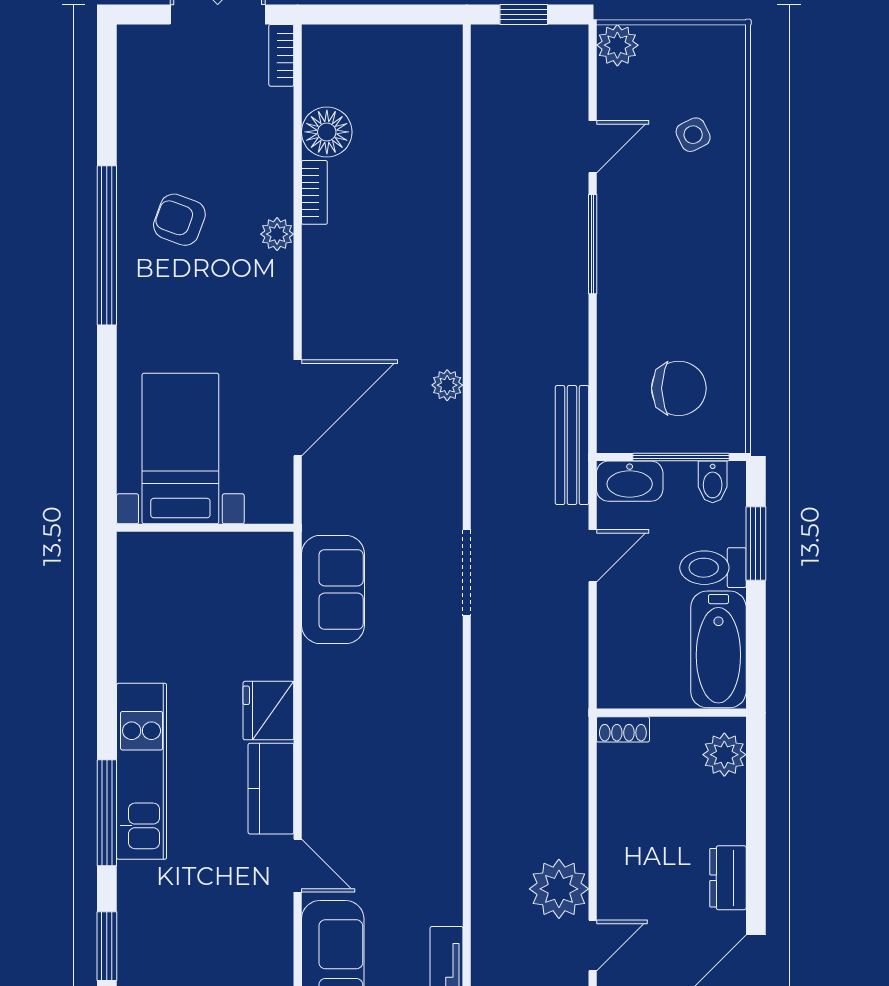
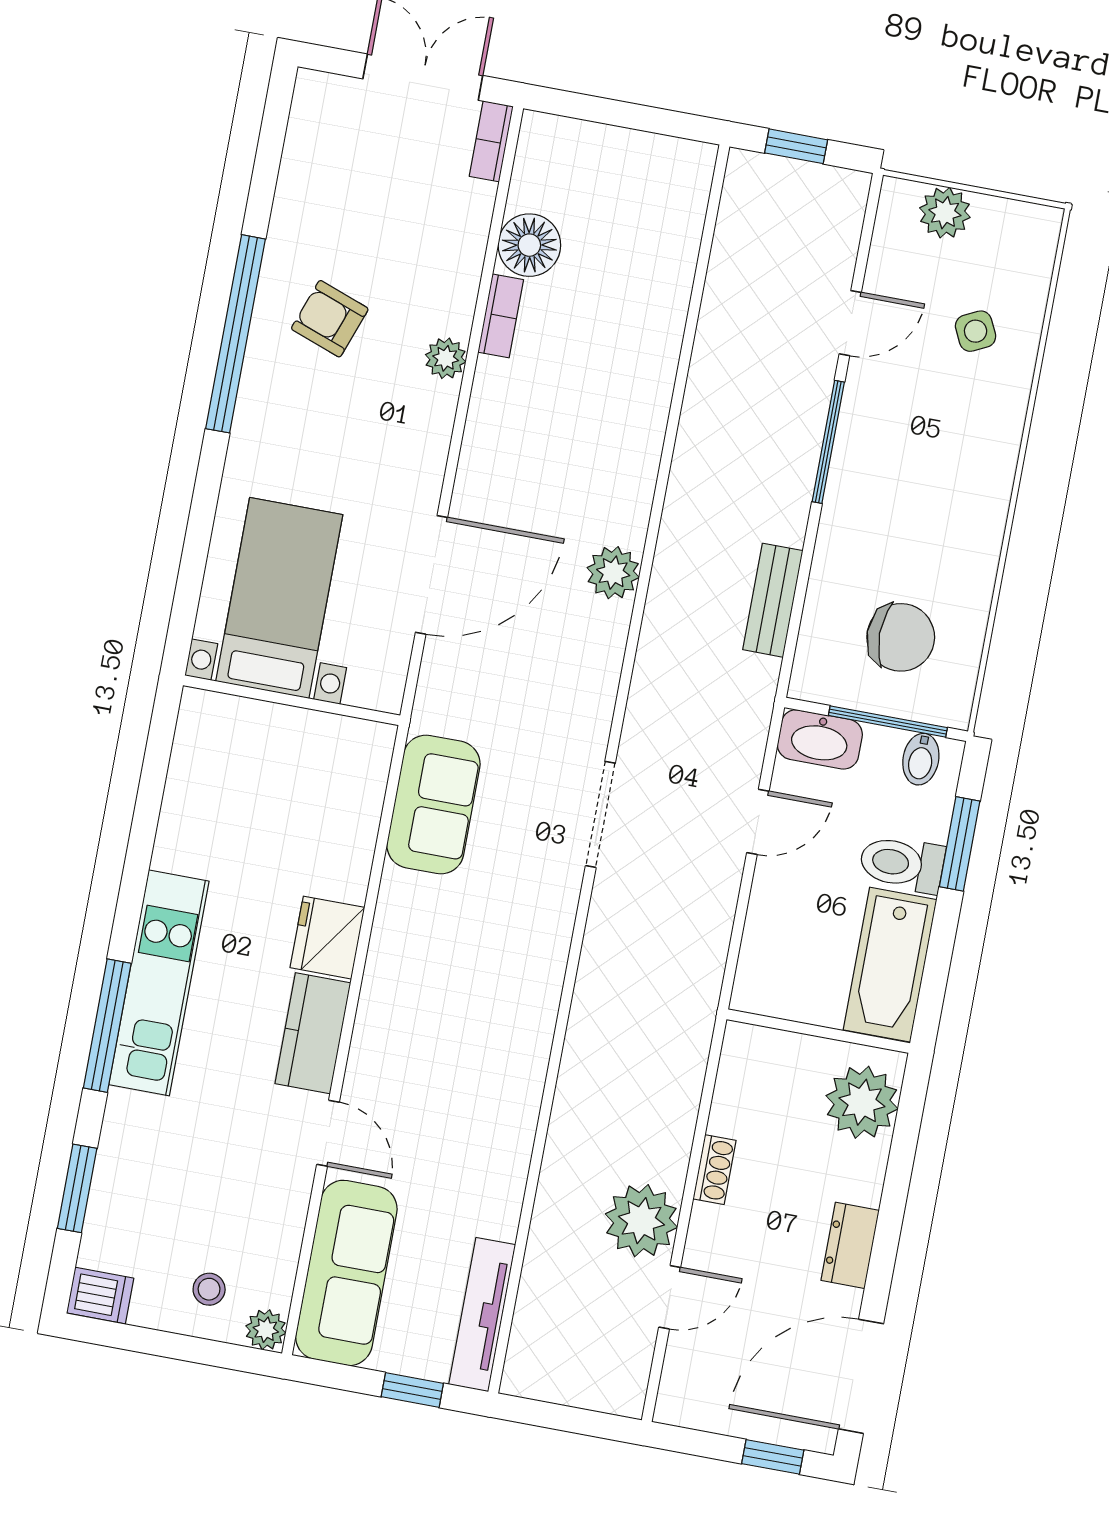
plant: (617, 45) -> (945, 213), moved
plant: (447, 385) -> (613, 573), width x1.38, depth x1.38
bench: (572, 445) -> (773, 600), moved, width x0.73
shoe rack: (623, 729) -> (714, 1170), moved, turned -90
plant: (724, 755) -> (862, 1102), width x1.36, depth x1.36

